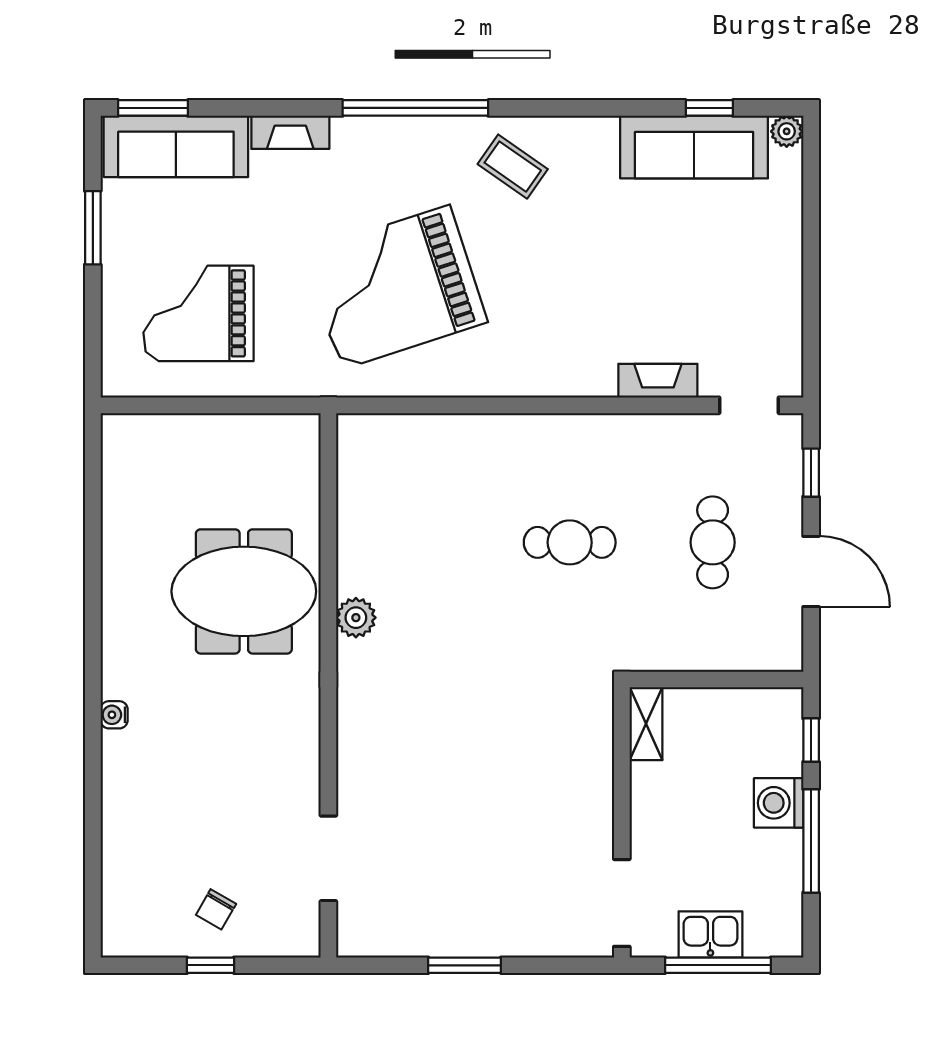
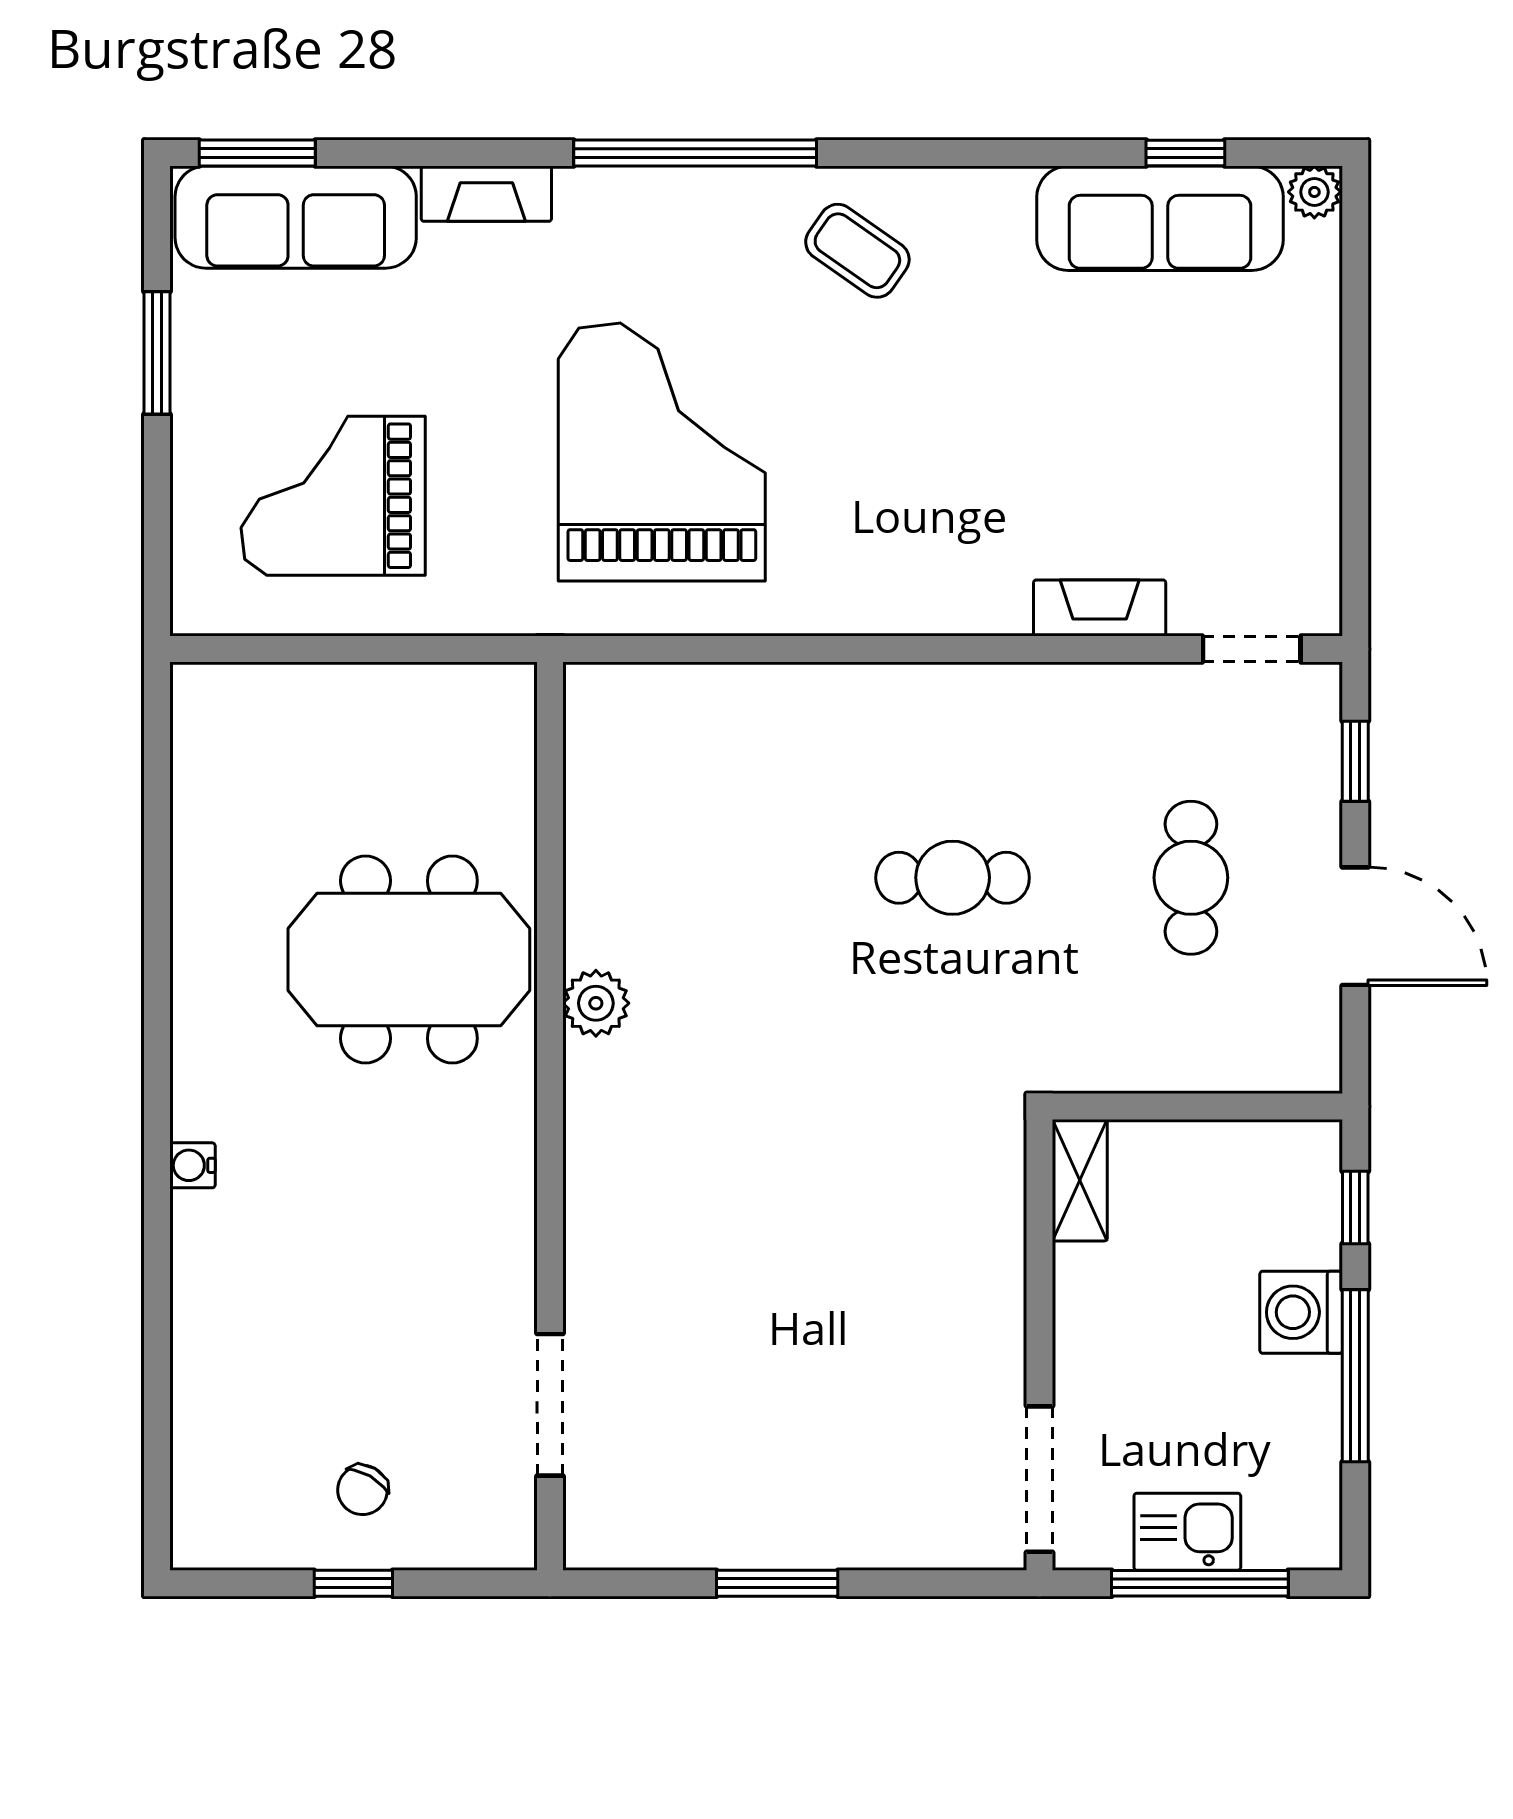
grand piano: (395, 287) -> (662, 452), turned 108

